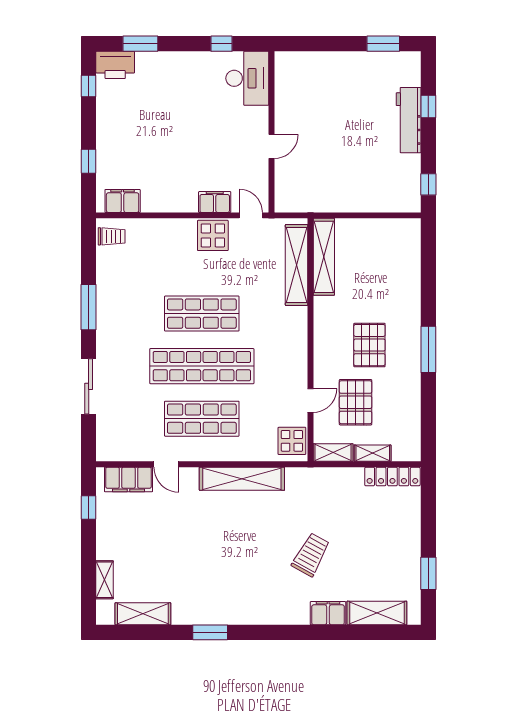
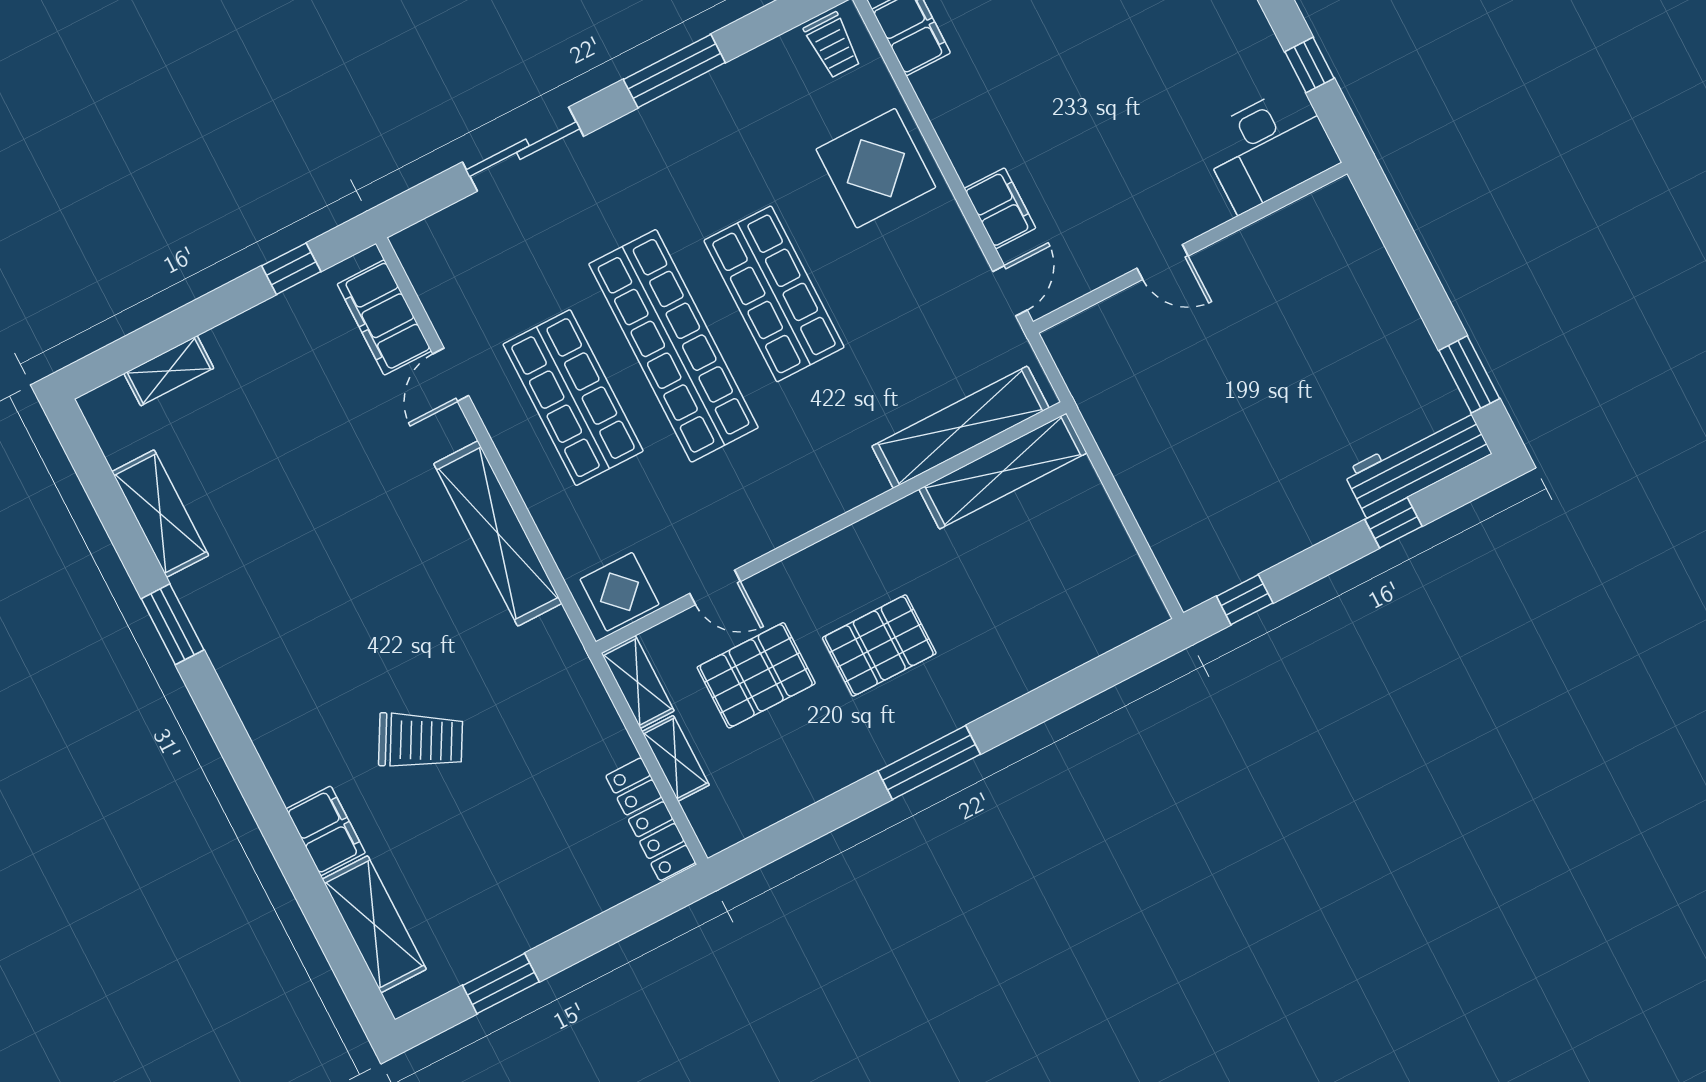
workbench: (409, 120) -> (1417, 463), moved
display table: (213, 235) -> (876, 168), moved, width x1.36, depth x1.36
shelving: (143, 614) -> (160, 514), moved

